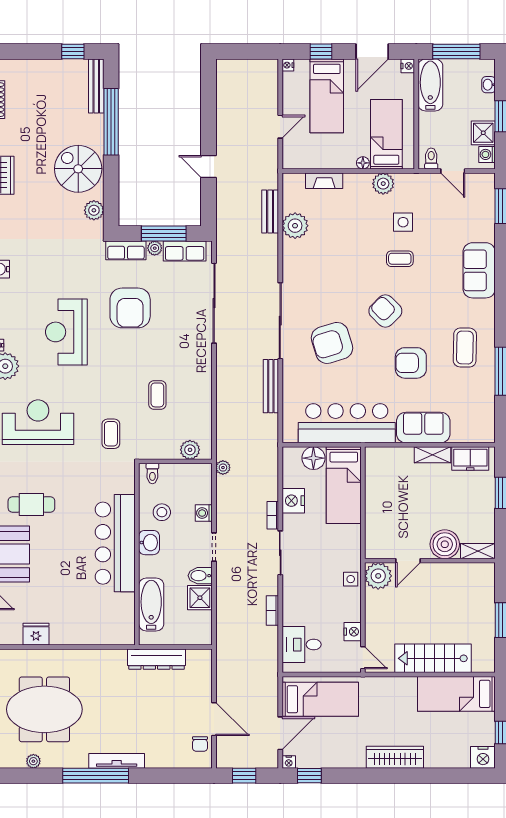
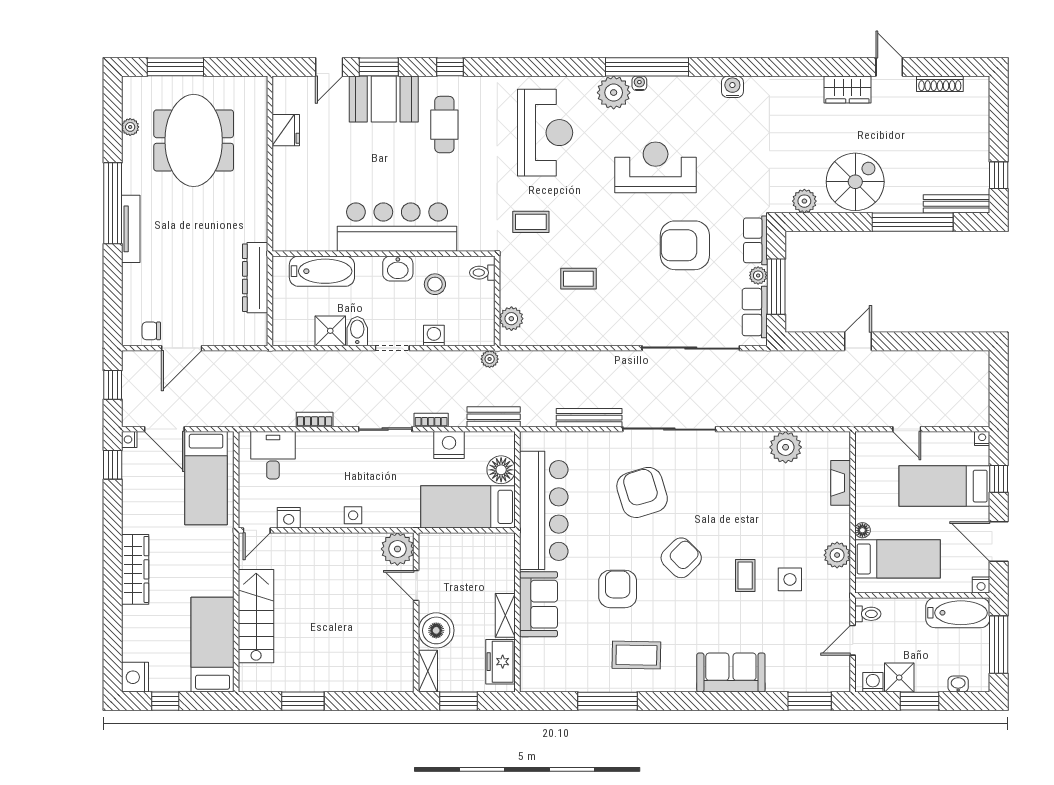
bench: (270, 211) -> (494, 417), moved
boiler: (445, 544) -> (436, 630), moved
shelving: (478, 551) -> (428, 671), moved
door: (408, 561) -> (416, 585), moved
wall: (430, 561) -> (416, 612), moved
plant: (378, 576) -> (397, 549), moved

